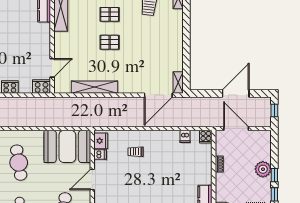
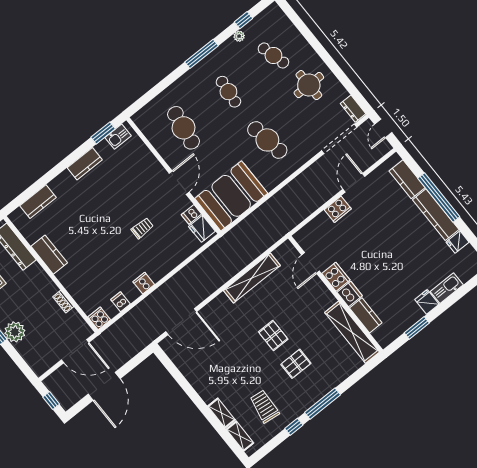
dishwasher: (44, 30) -> (350, 294), added
pallet: (110, 42) -> (273, 336), turned 90
shelving: (178, 82) -> (221, 413), moved
cooker: (42, 87) -> (336, 277), moved, turned -90
door: (158, 95) -> (181, 322), swing flipped
cooker: (162, 136) -> (144, 283), added
trolley: (136, 152) -> (142, 228), moved

